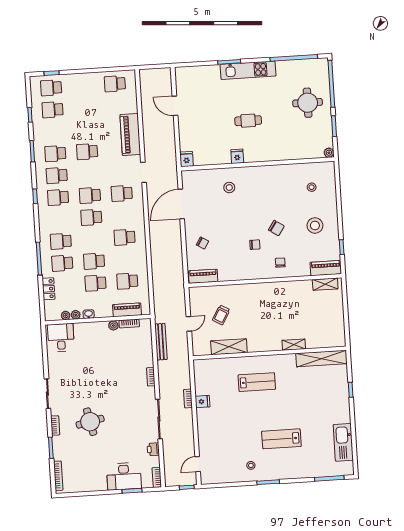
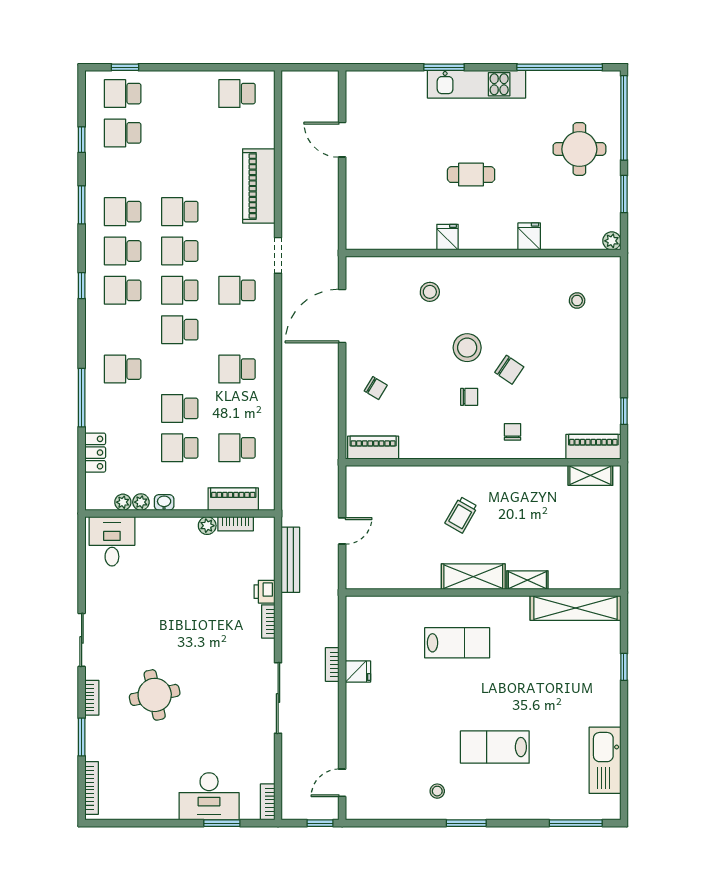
fridge: (187, 159) -> (529, 236), moved
stool: (315, 225) -> (467, 348), moved
school desk: (62, 263) -> (180, 251), moved
trolley: (221, 315) -> (461, 515), moved
shelving: (229, 347) -> (473, 577), moved
printer: (153, 449) -> (264, 592), moved

